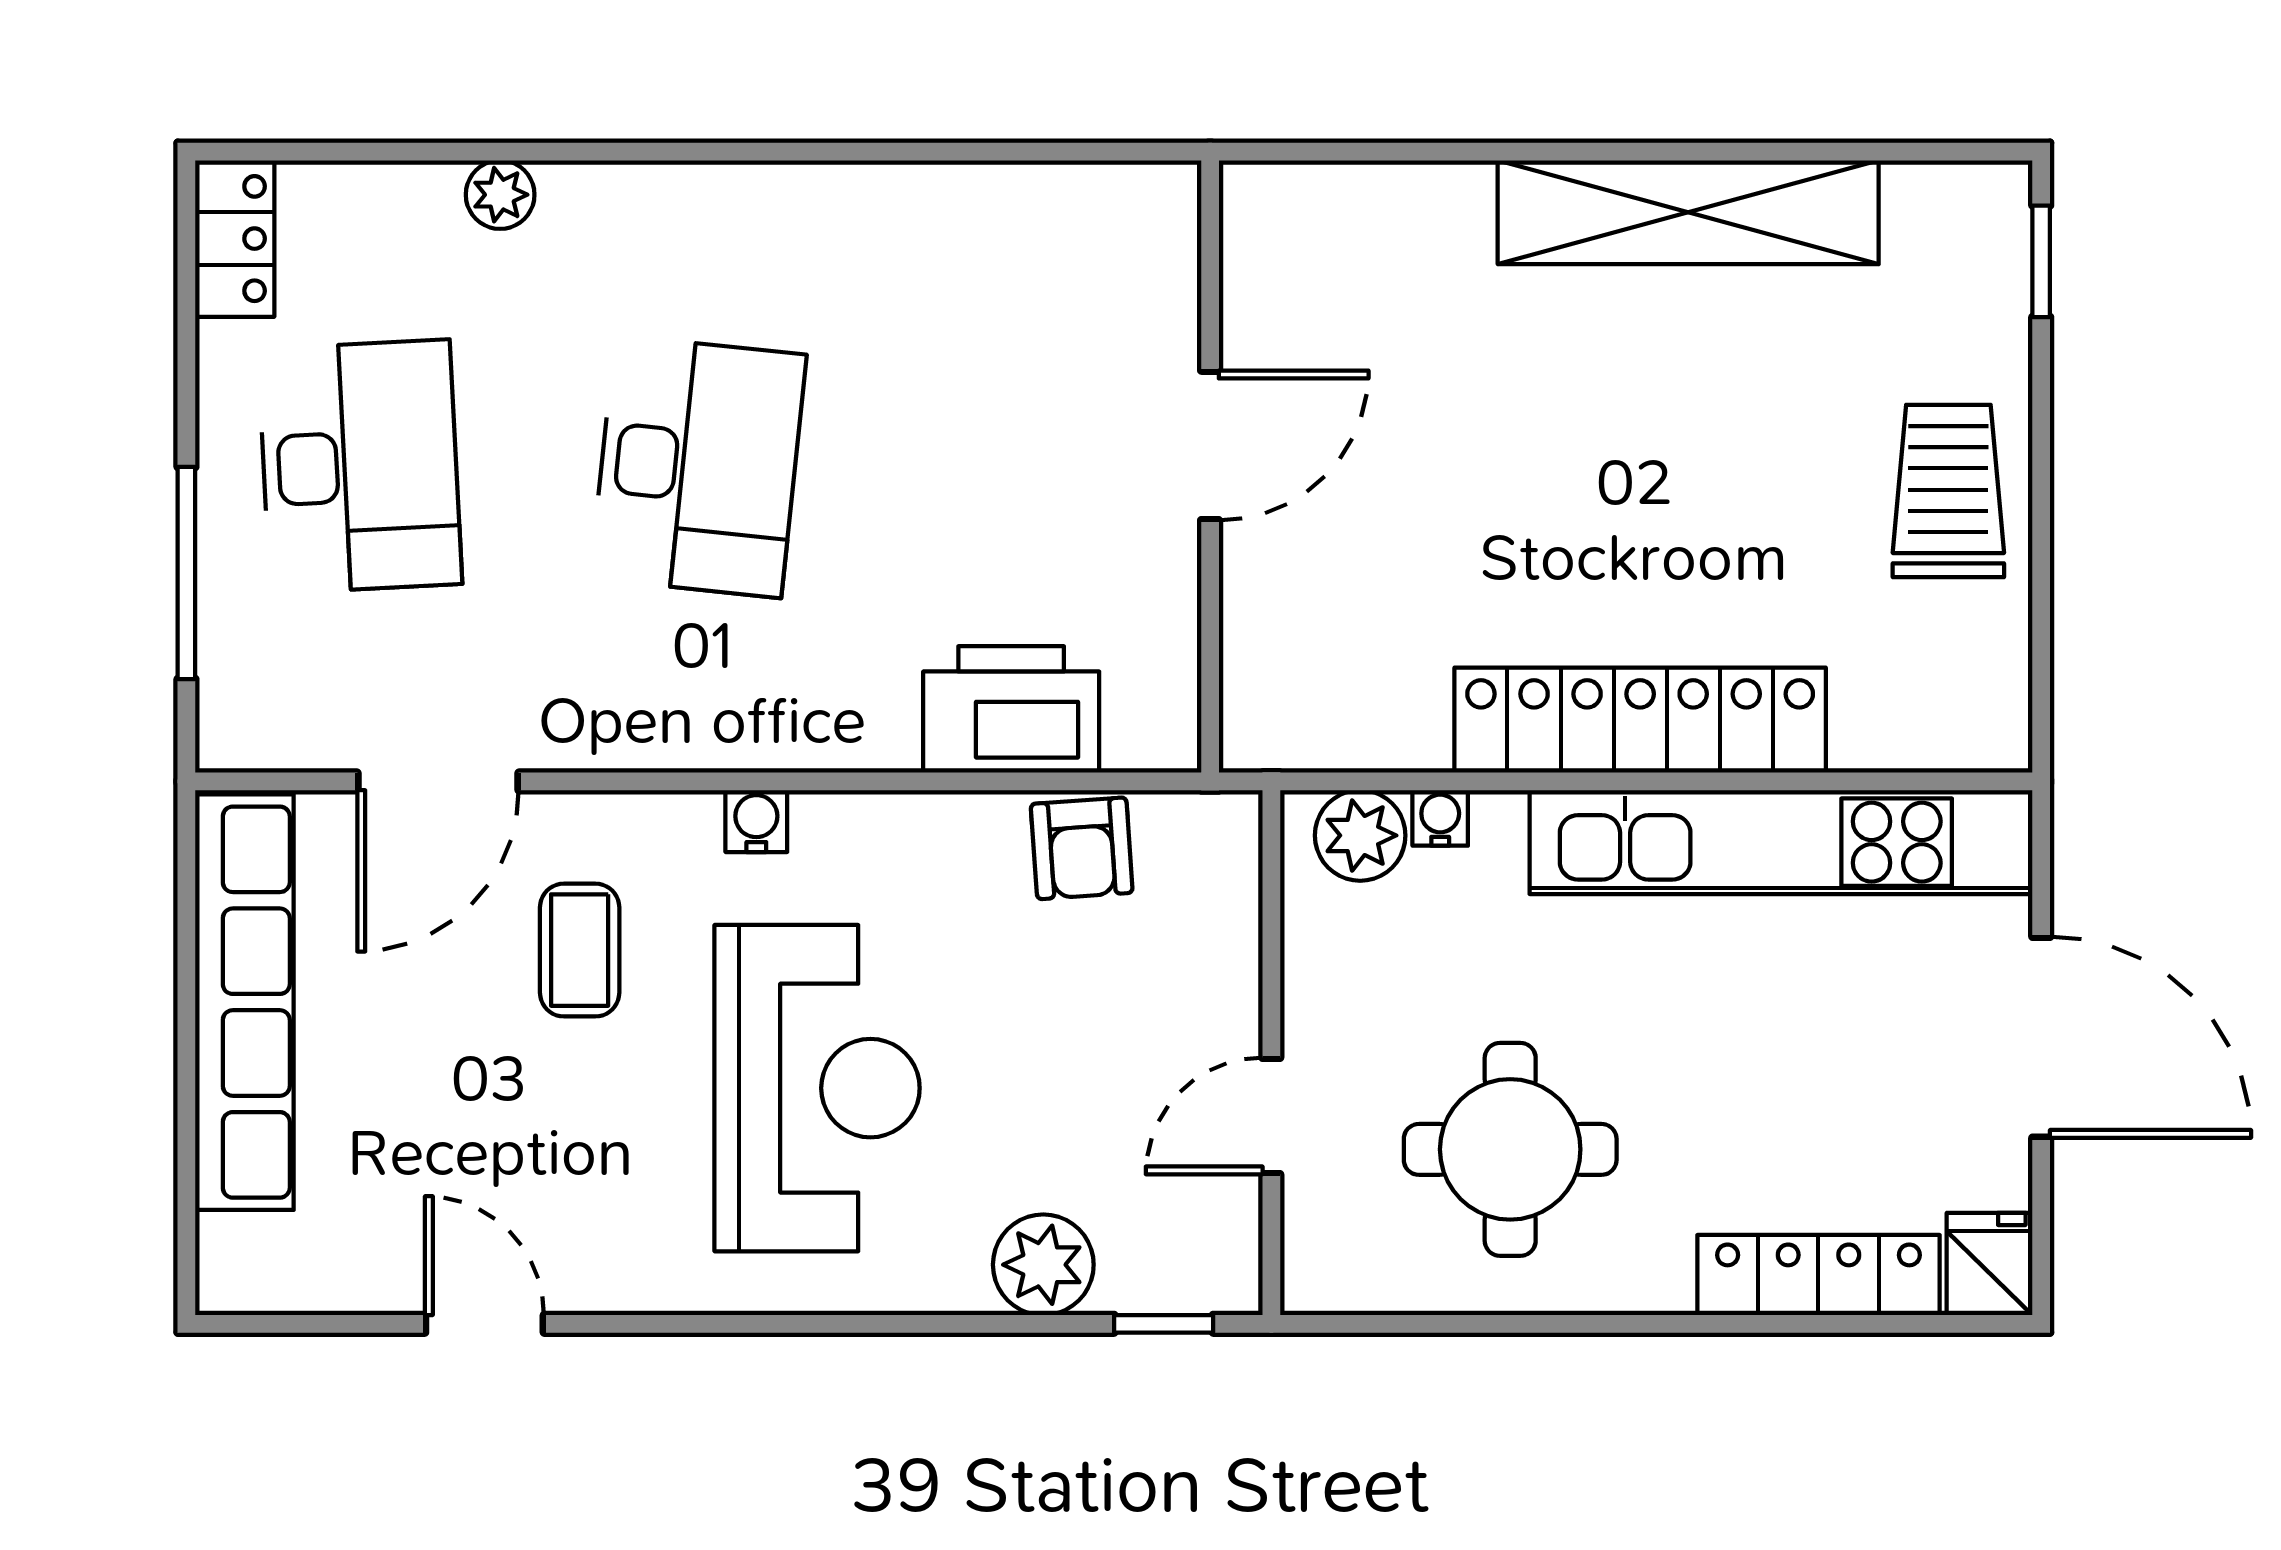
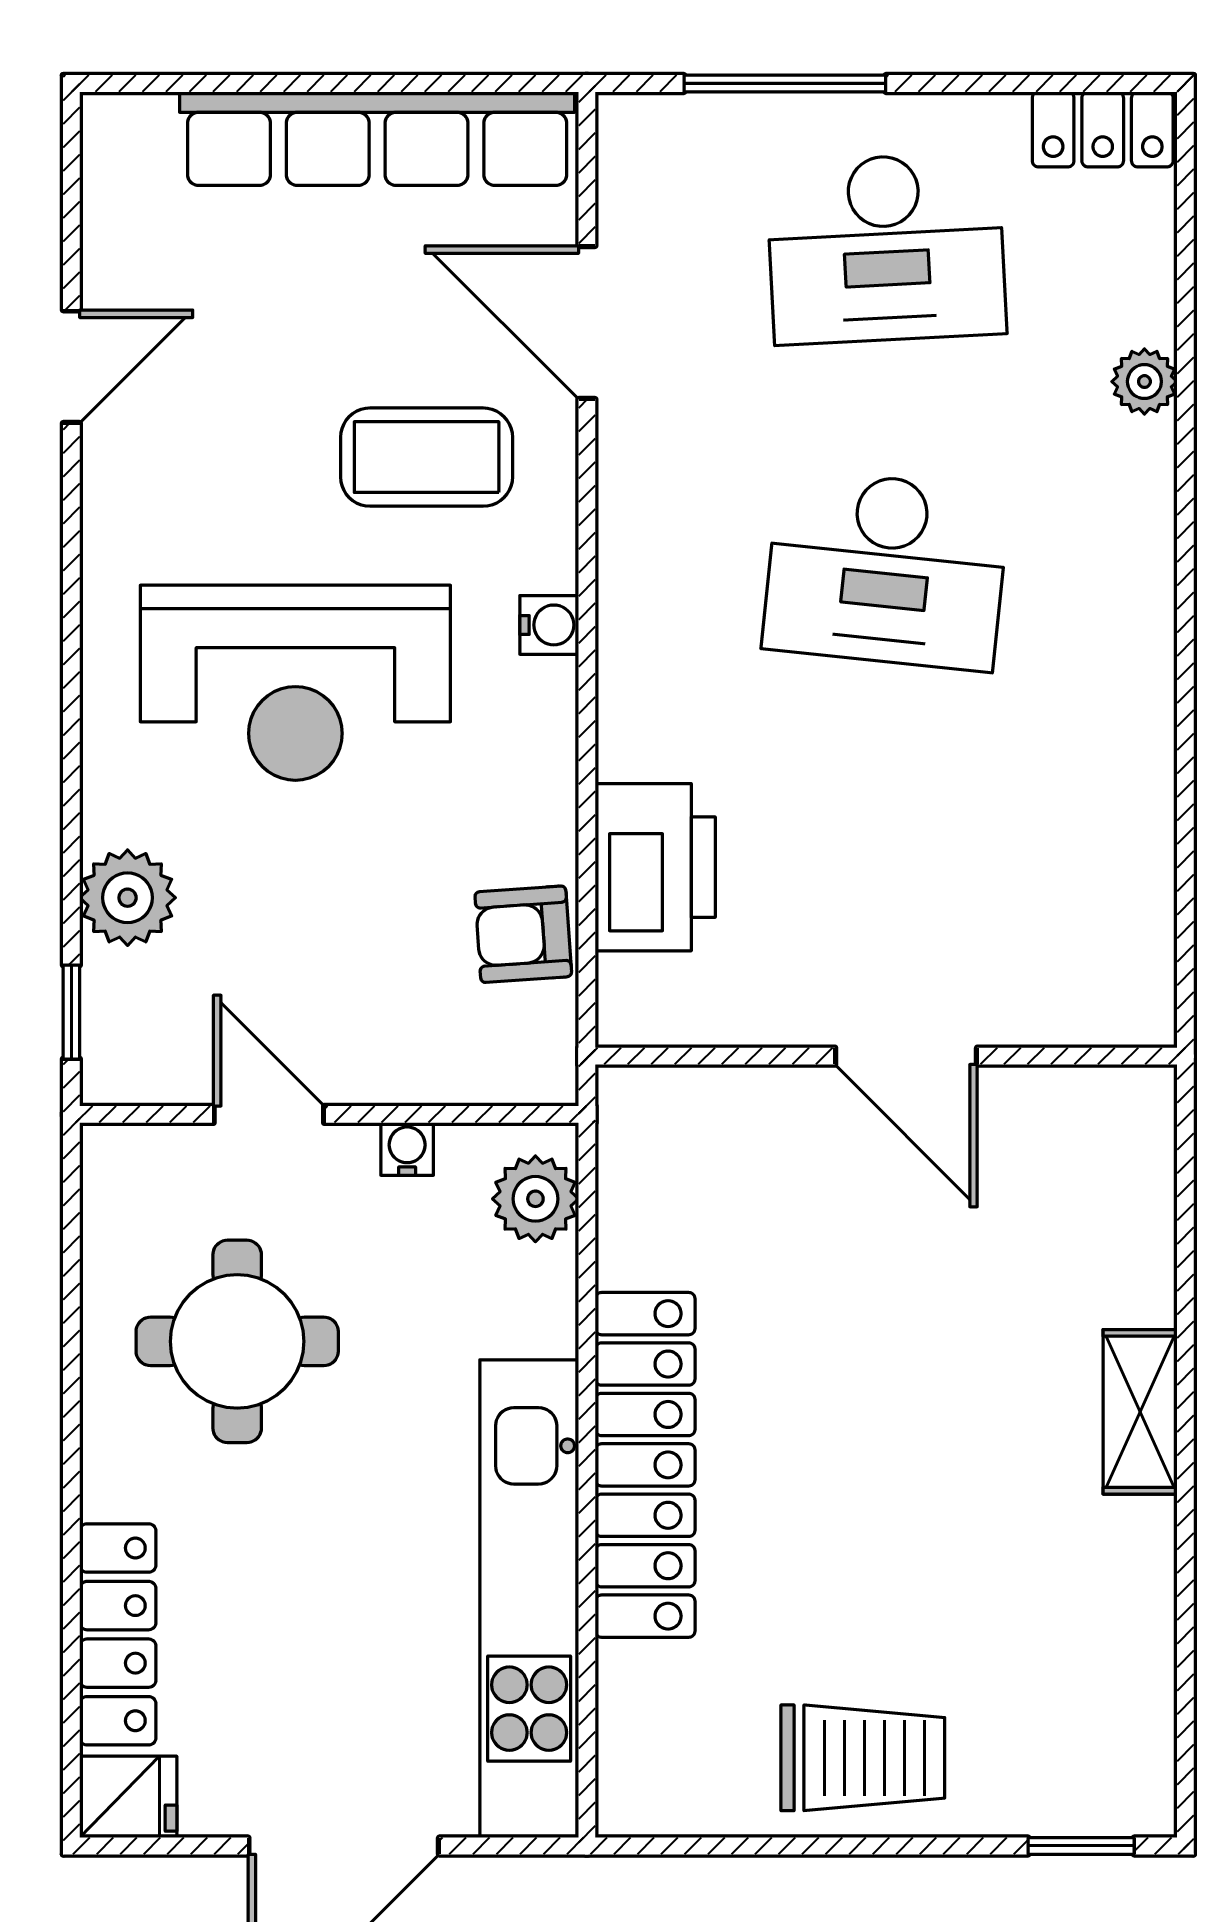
shelving: (1688, 212) -> (1140, 1412), width x0.45, depth x0.75
water cooler: (1440, 818) -> (407, 1149), moved, turned -90
coffee table: (580, 950) -> (427, 457), width x1.36, depth x1.30

